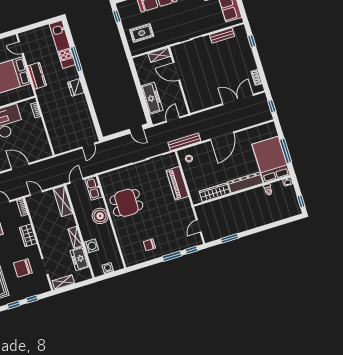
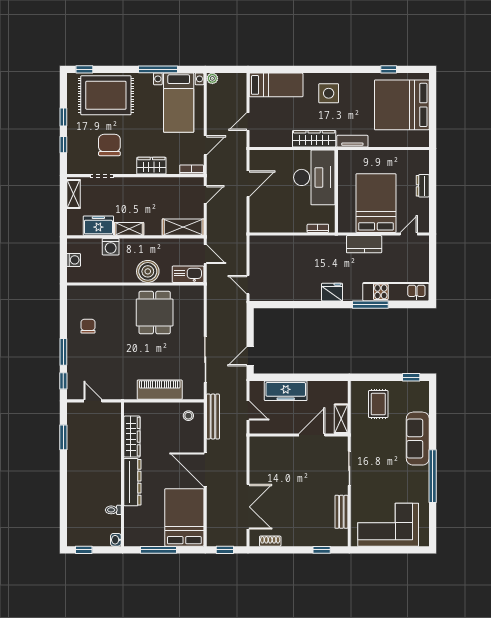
bed: (271, 160) -> (184, 517), moved, turned -90

